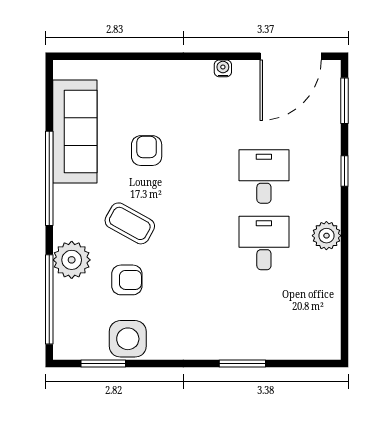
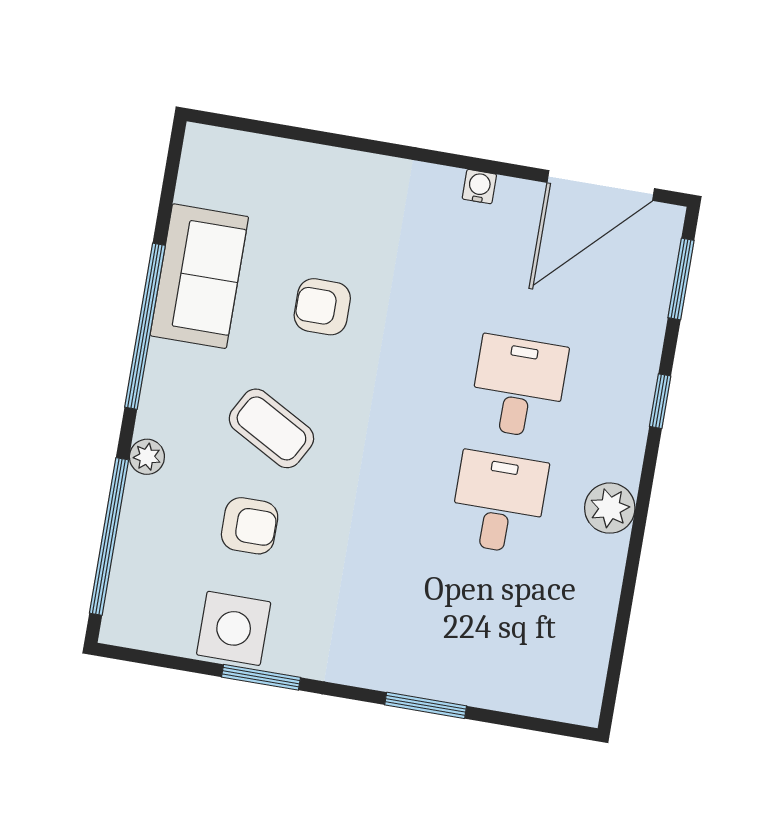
sofa: (75, 132) -> (199, 276), width x0.73
armchair: (147, 151) -> (322, 307), turned -90
plant: (72, 260) -> (147, 457), width x0.53, depth x0.53
window: (103, 363) -> (261, 677), moved

